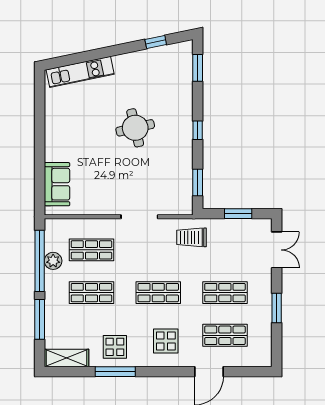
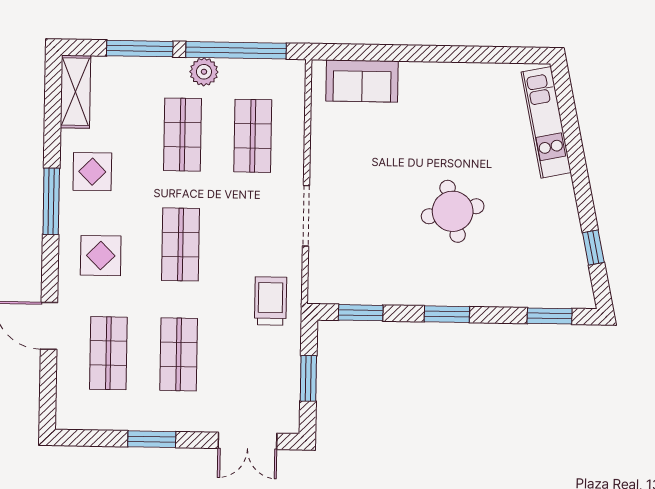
window: (198, 130) -> (447, 314), width x1.50
plant: (53, 261) -> (204, 72), moved
window: (115, 372) -> (51, 201), moved

